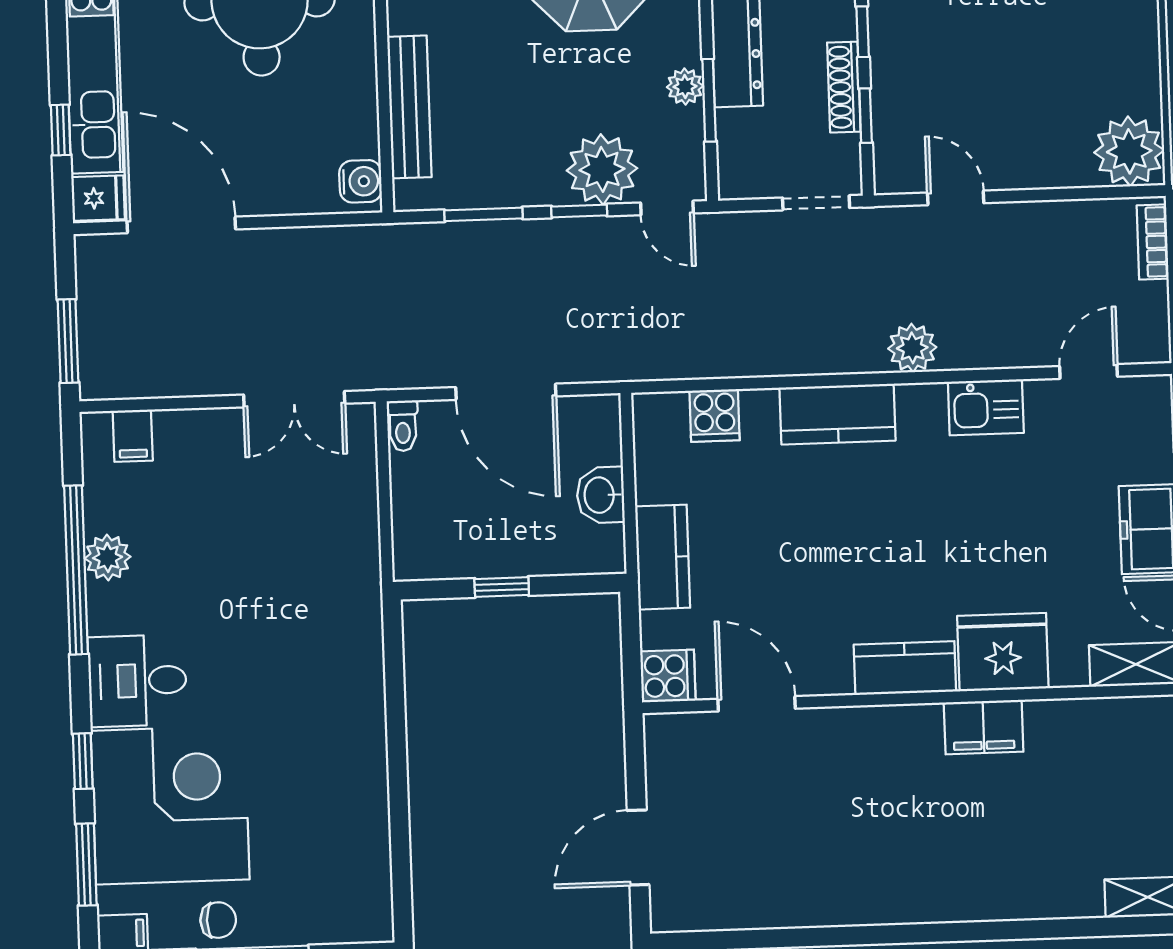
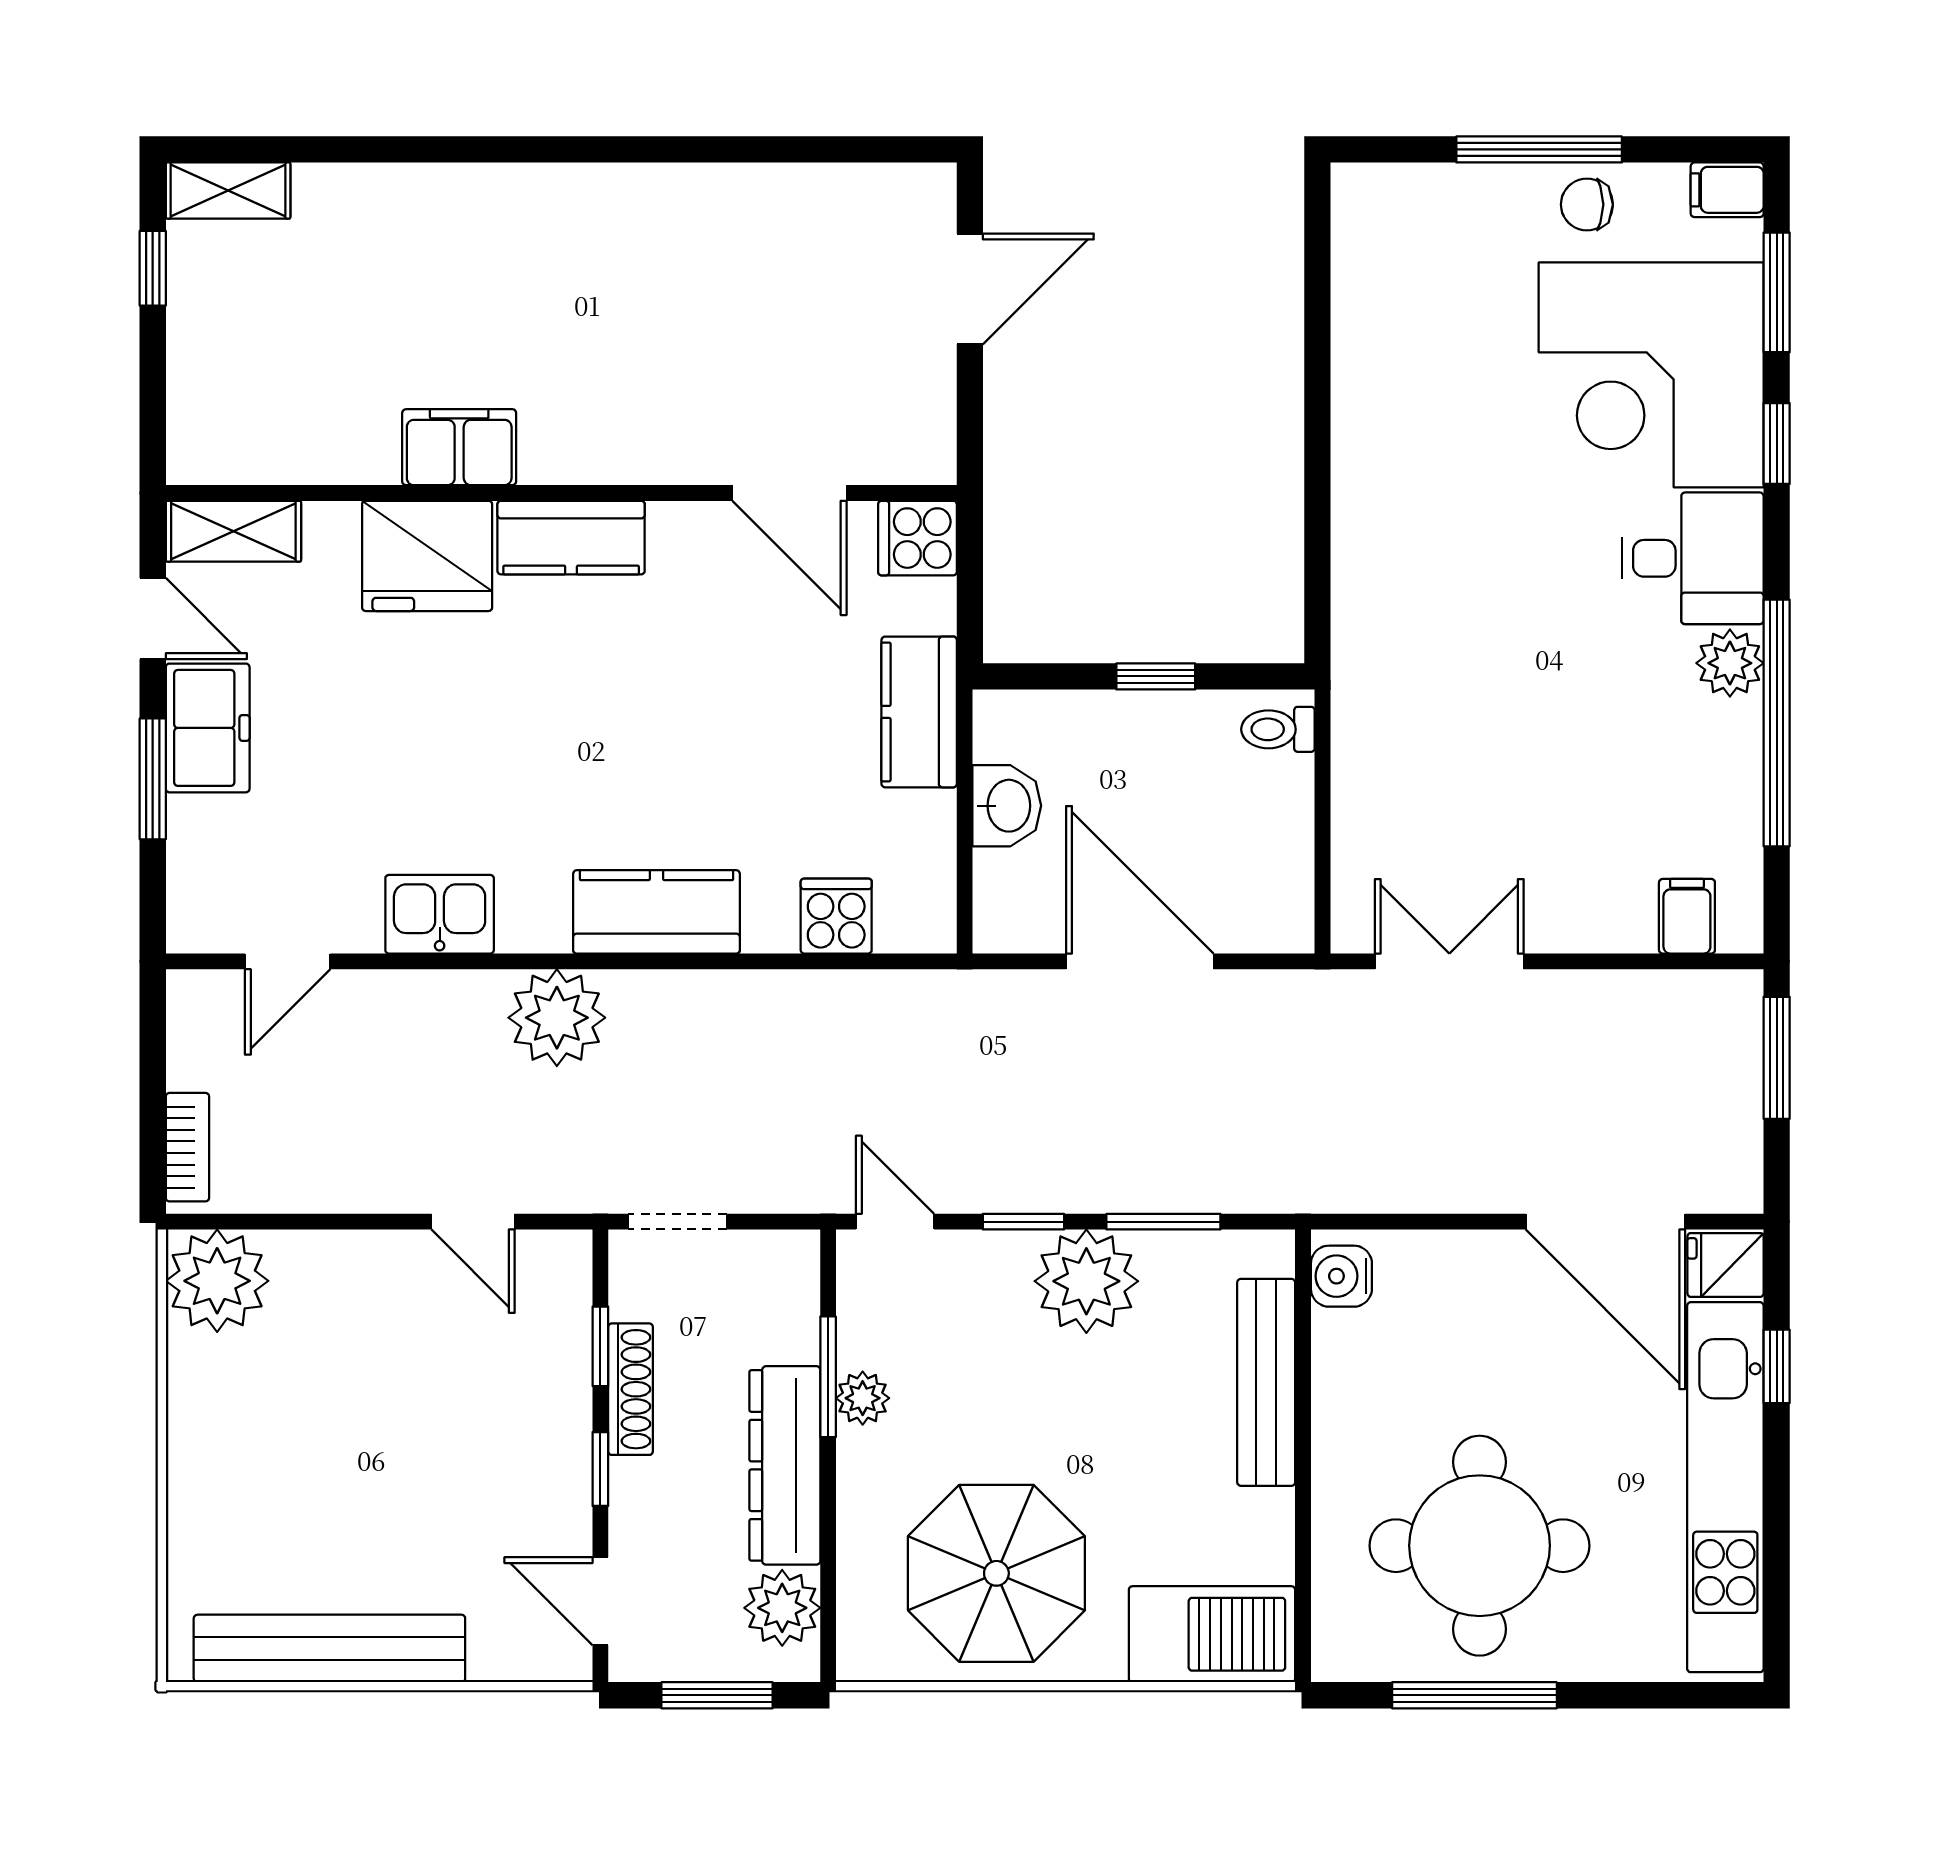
plant: (602, 169) -> (1086, 1281), moved
plant: (912, 348) -> (557, 1018), width x1.36, depth x1.36
toilet: (403, 426) -> (1278, 729), moved, turned -90
plant: (108, 557) -> (1730, 663), moved

